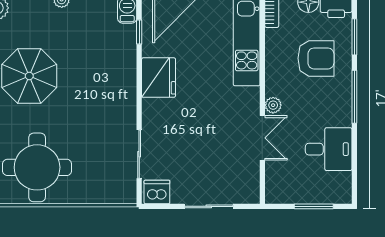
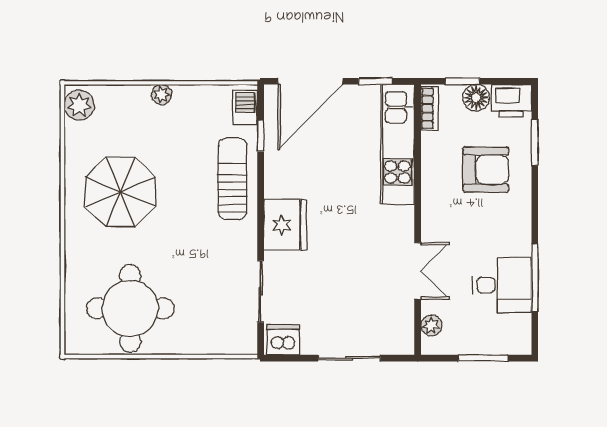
sun lounger: (117, 66) -> (232, 179), added
fridge: (159, 78) -> (285, 225), moved
window: (354, 97) -> (535, 278), moved
plant: (273, 105) -> (431, 326), moved

